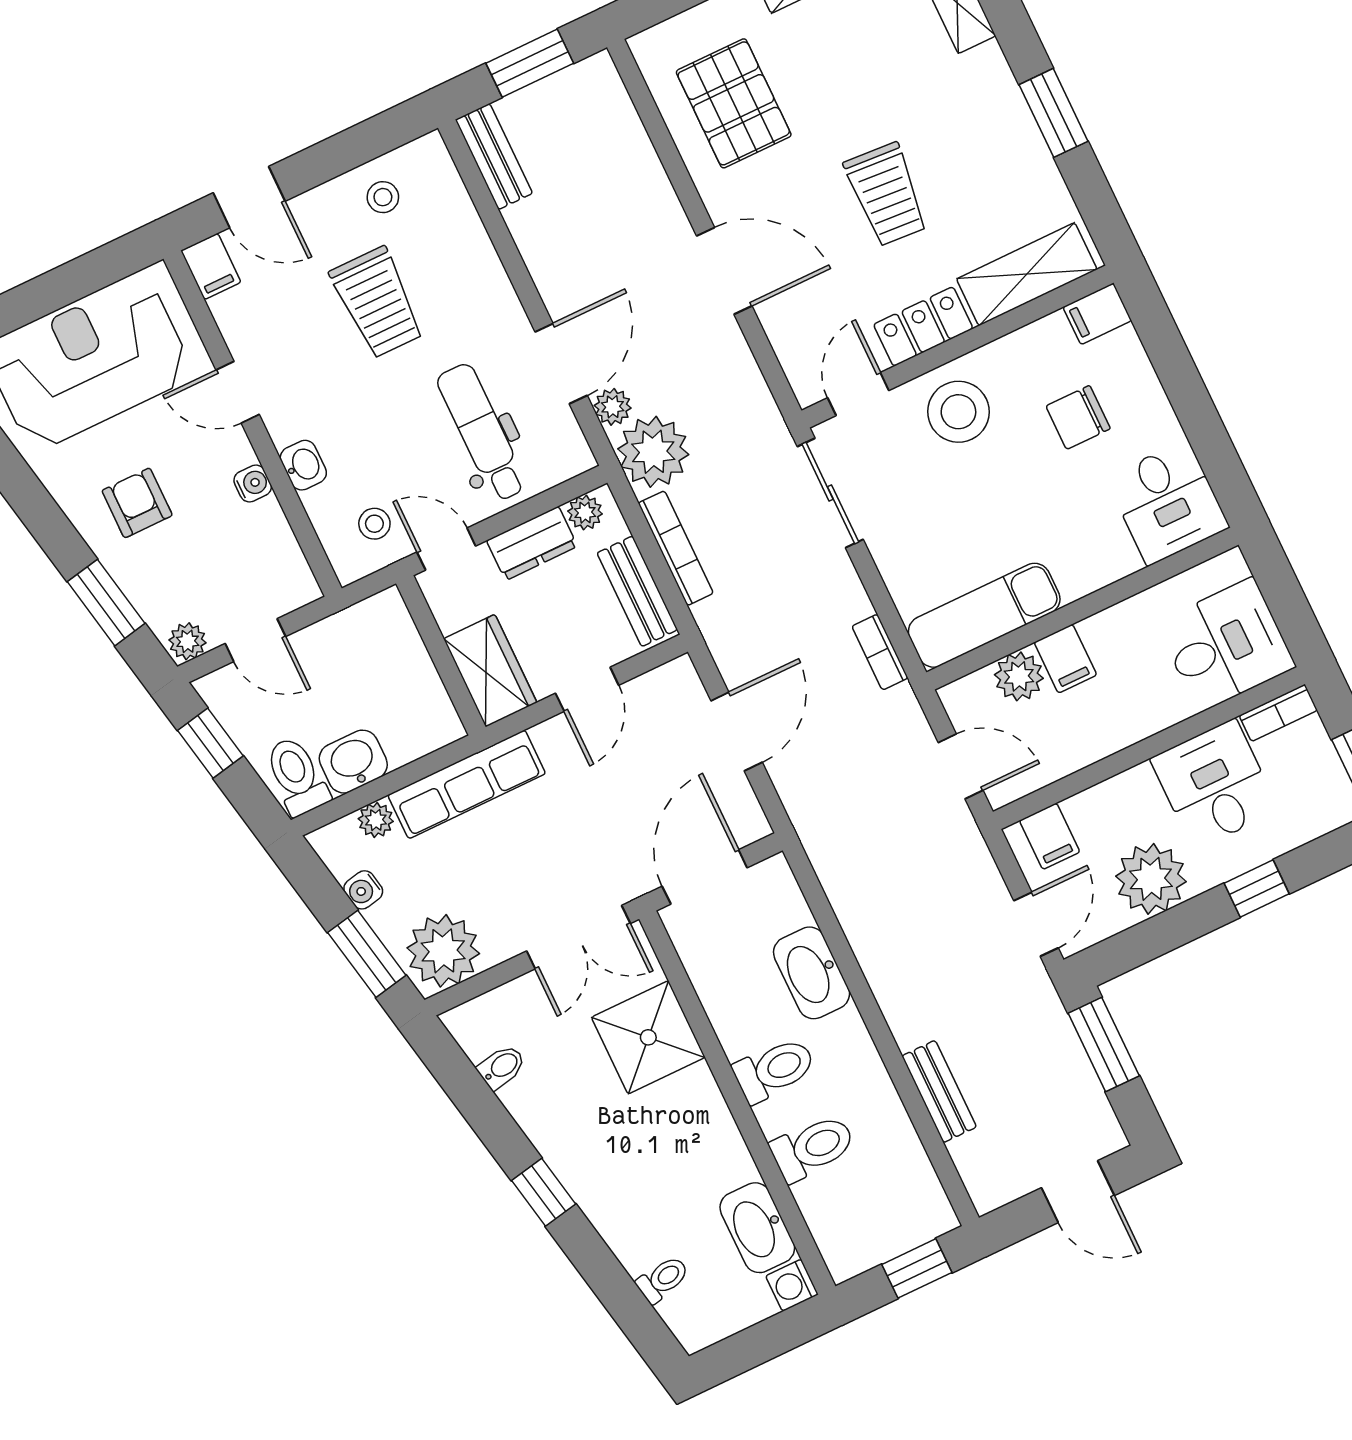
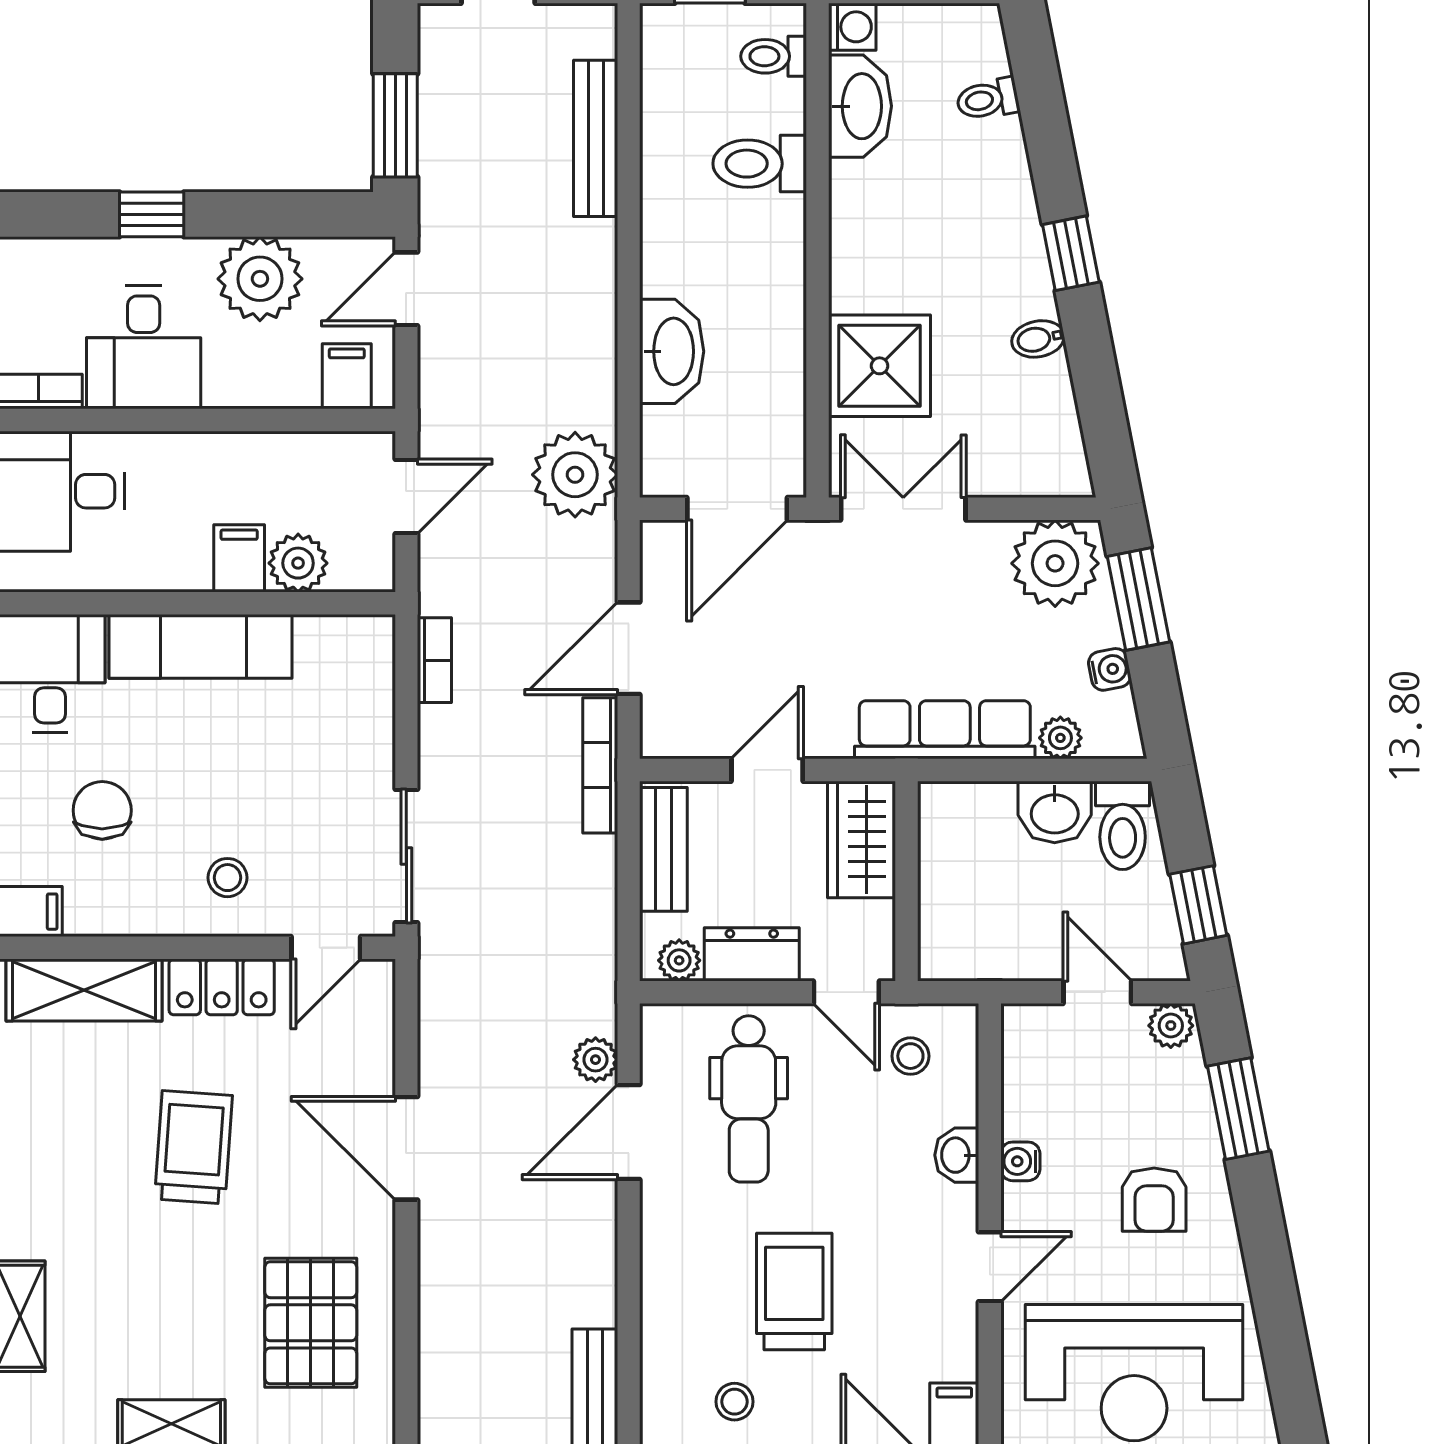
door: (238, 392) -> (990, 1267), hinge flipped
stool: (958, 412) -> (227, 878), width x0.53, depth x0.53
chair: (1078, 417) -> (102, 810), turned -90
plant: (653, 452) -> (575, 475), moved
bookcase: (676, 548) -> (600, 765), moved
exam couch: (984, 615) -> (200, 646), moved
door: (961, 766) -> (406, 496), swing flipped
bidet: (502, 1067) -> (1038, 339), moved
toilet: (774, 1070) -> (774, 56), moved, width x0.73, depth x0.72
bench: (939, 1091) -> (596, 138), width x1.36

